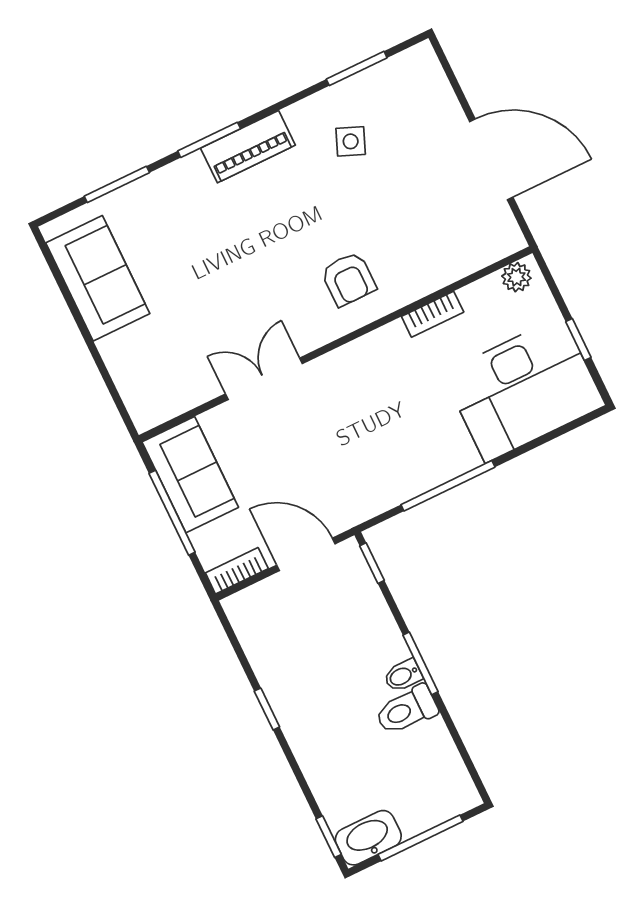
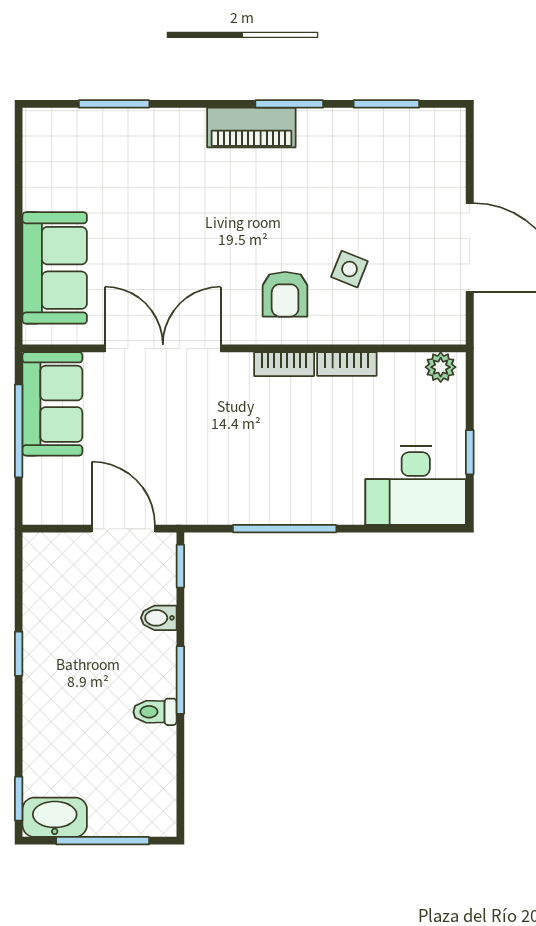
window: (209, 140) -> (289, 104), moved
side table: (351, 141) -> (349, 269), moved
sofa: (98, 278) -> (55, 268), moved
double door: (264, 379) -> (163, 348), width x1.37
desk: (524, 389) -> (416, 485), width x0.73, depth x0.77
bookcase: (237, 571) -> (284, 364), moved, turned 180
bidet: (403, 676) -> (159, 618), moved
toilet: (406, 710) -> (155, 712), width x0.73, depth x0.72

